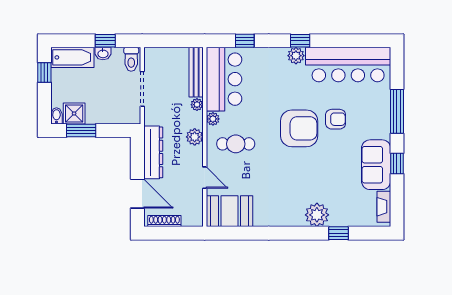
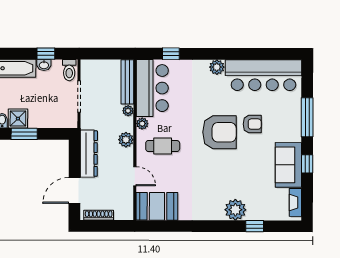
window: (300, 41) -> (221, 54), removed
door: (137, 194) -> (74, 191), swing flipped

